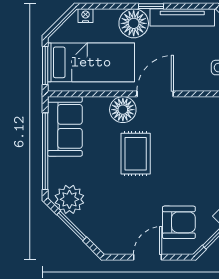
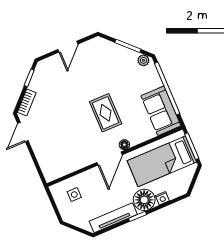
nightstand: (86, 16) -> (162, 198), moved
floor lamp: (123, 110) -> (124, 145), width x0.53, depth x0.53
plant: (69, 199) -> (143, 60), width x0.53, depth x0.53
armchair: (179, 222) -> (57, 79), removed

